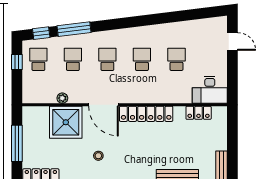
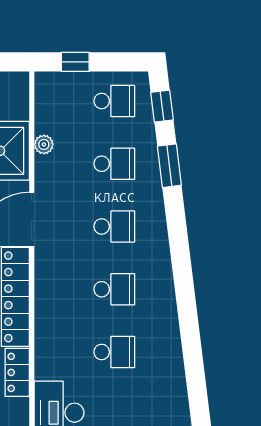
window: (74, 29) -> (169, 166), width x0.69
window: (17, 62) -> (75, 62), moved
locker: (199, 113) -> (17, 372), moved

